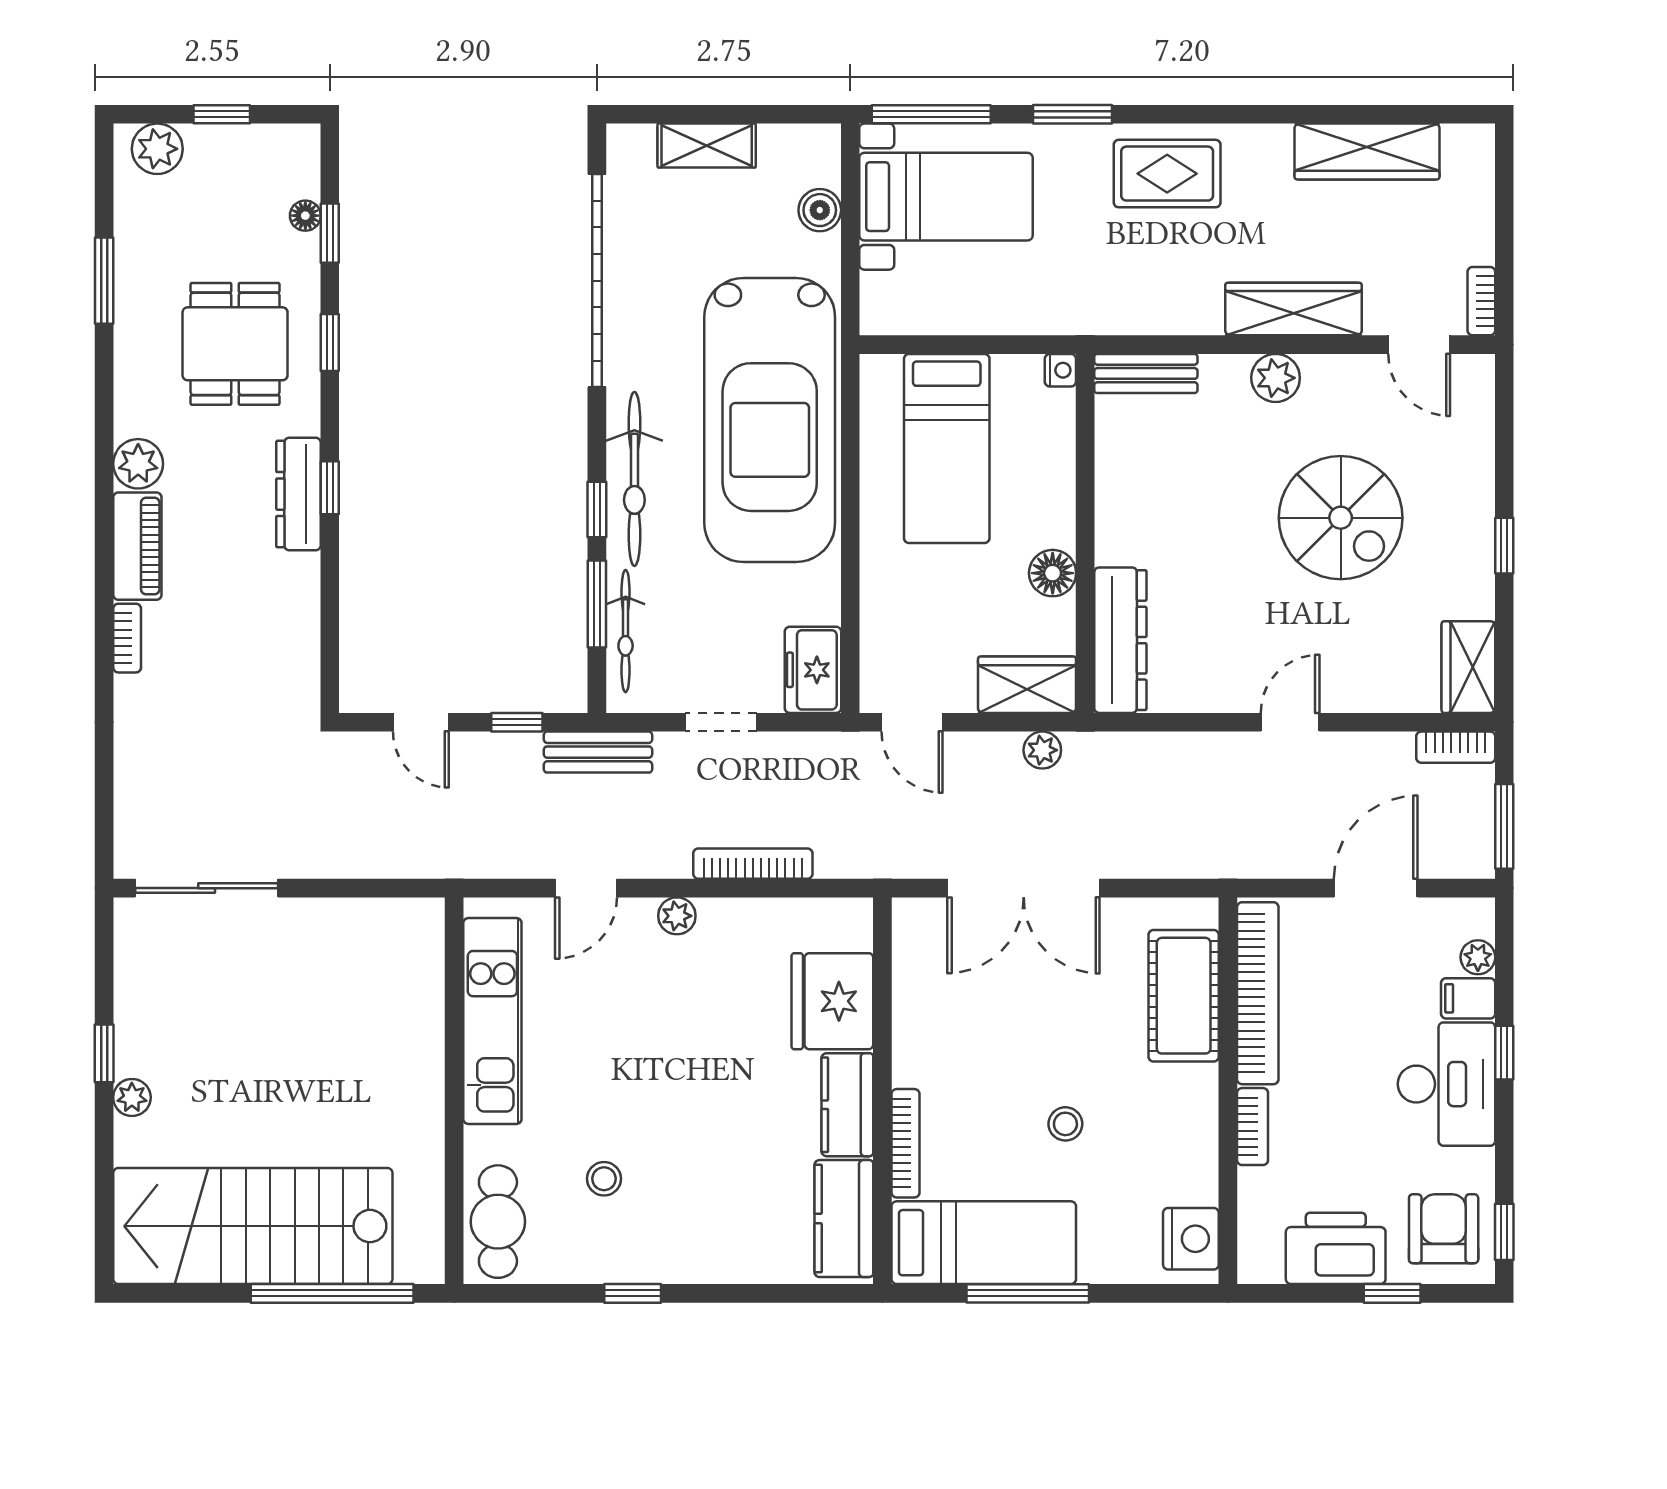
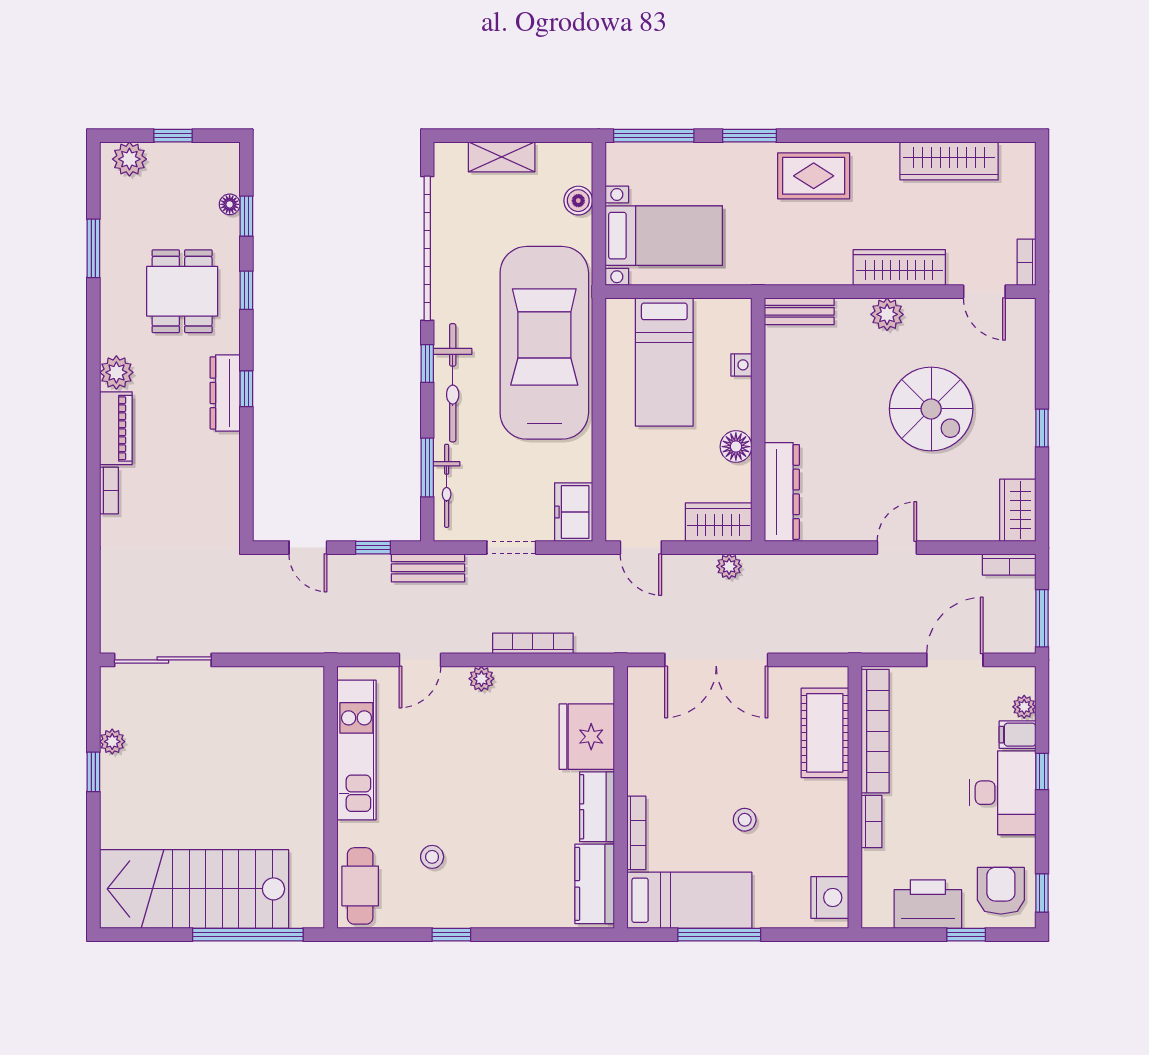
bed with nightstands: (946, 197) -> (664, 236), moved
nightstand: (1060, 370) -> (741, 365), moved
car: (770, 420) -> (544, 343), turned 180
window: (597, 510) -> (427, 364), moved
plant: (132, 1097) -> (112, 742), moved

